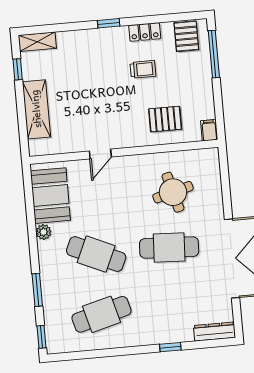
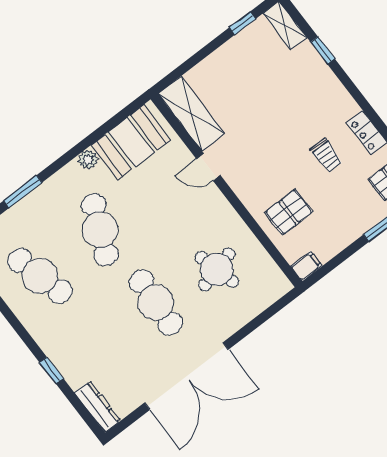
window: (109, 23) -> (323, 50), moved
shelving: (36, 109) -> (191, 114), moved, turned 90
pallet: (165, 119) -> (289, 212), turned 90

